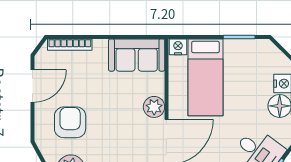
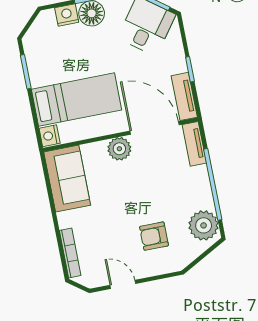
door: (33, 86) -> (123, 284), width x0.73
armchair: (70, 122) -> (154, 236), width x0.72, depth x0.72

